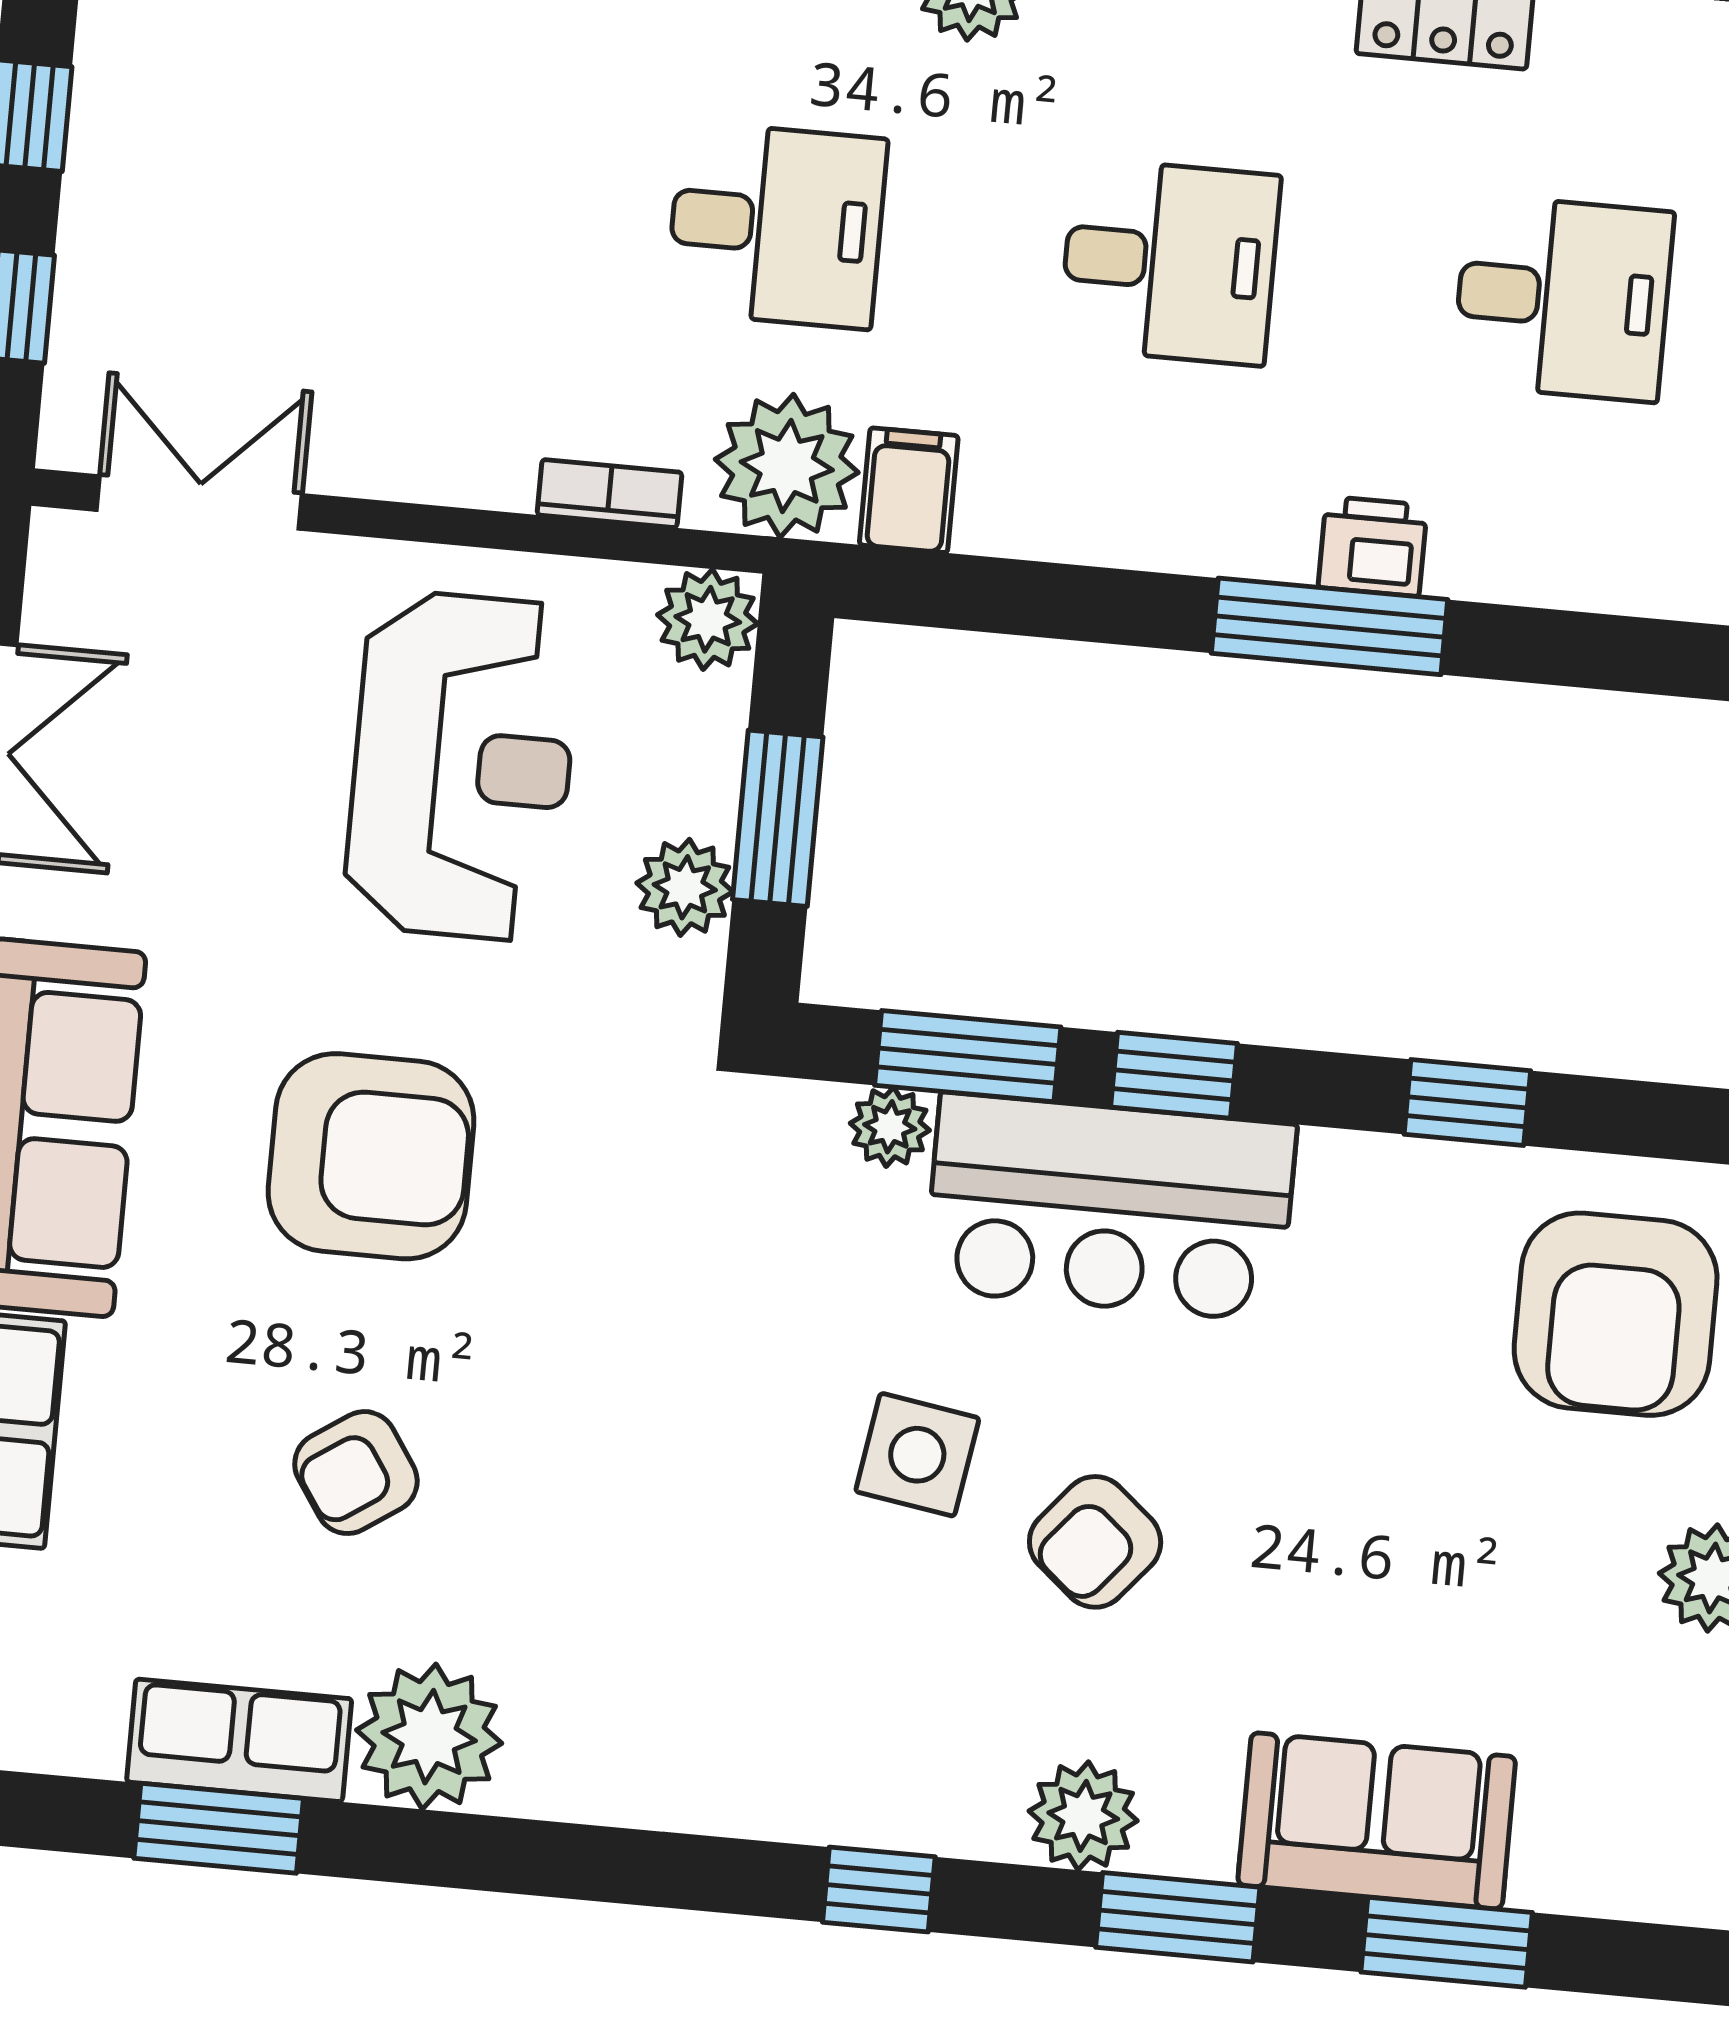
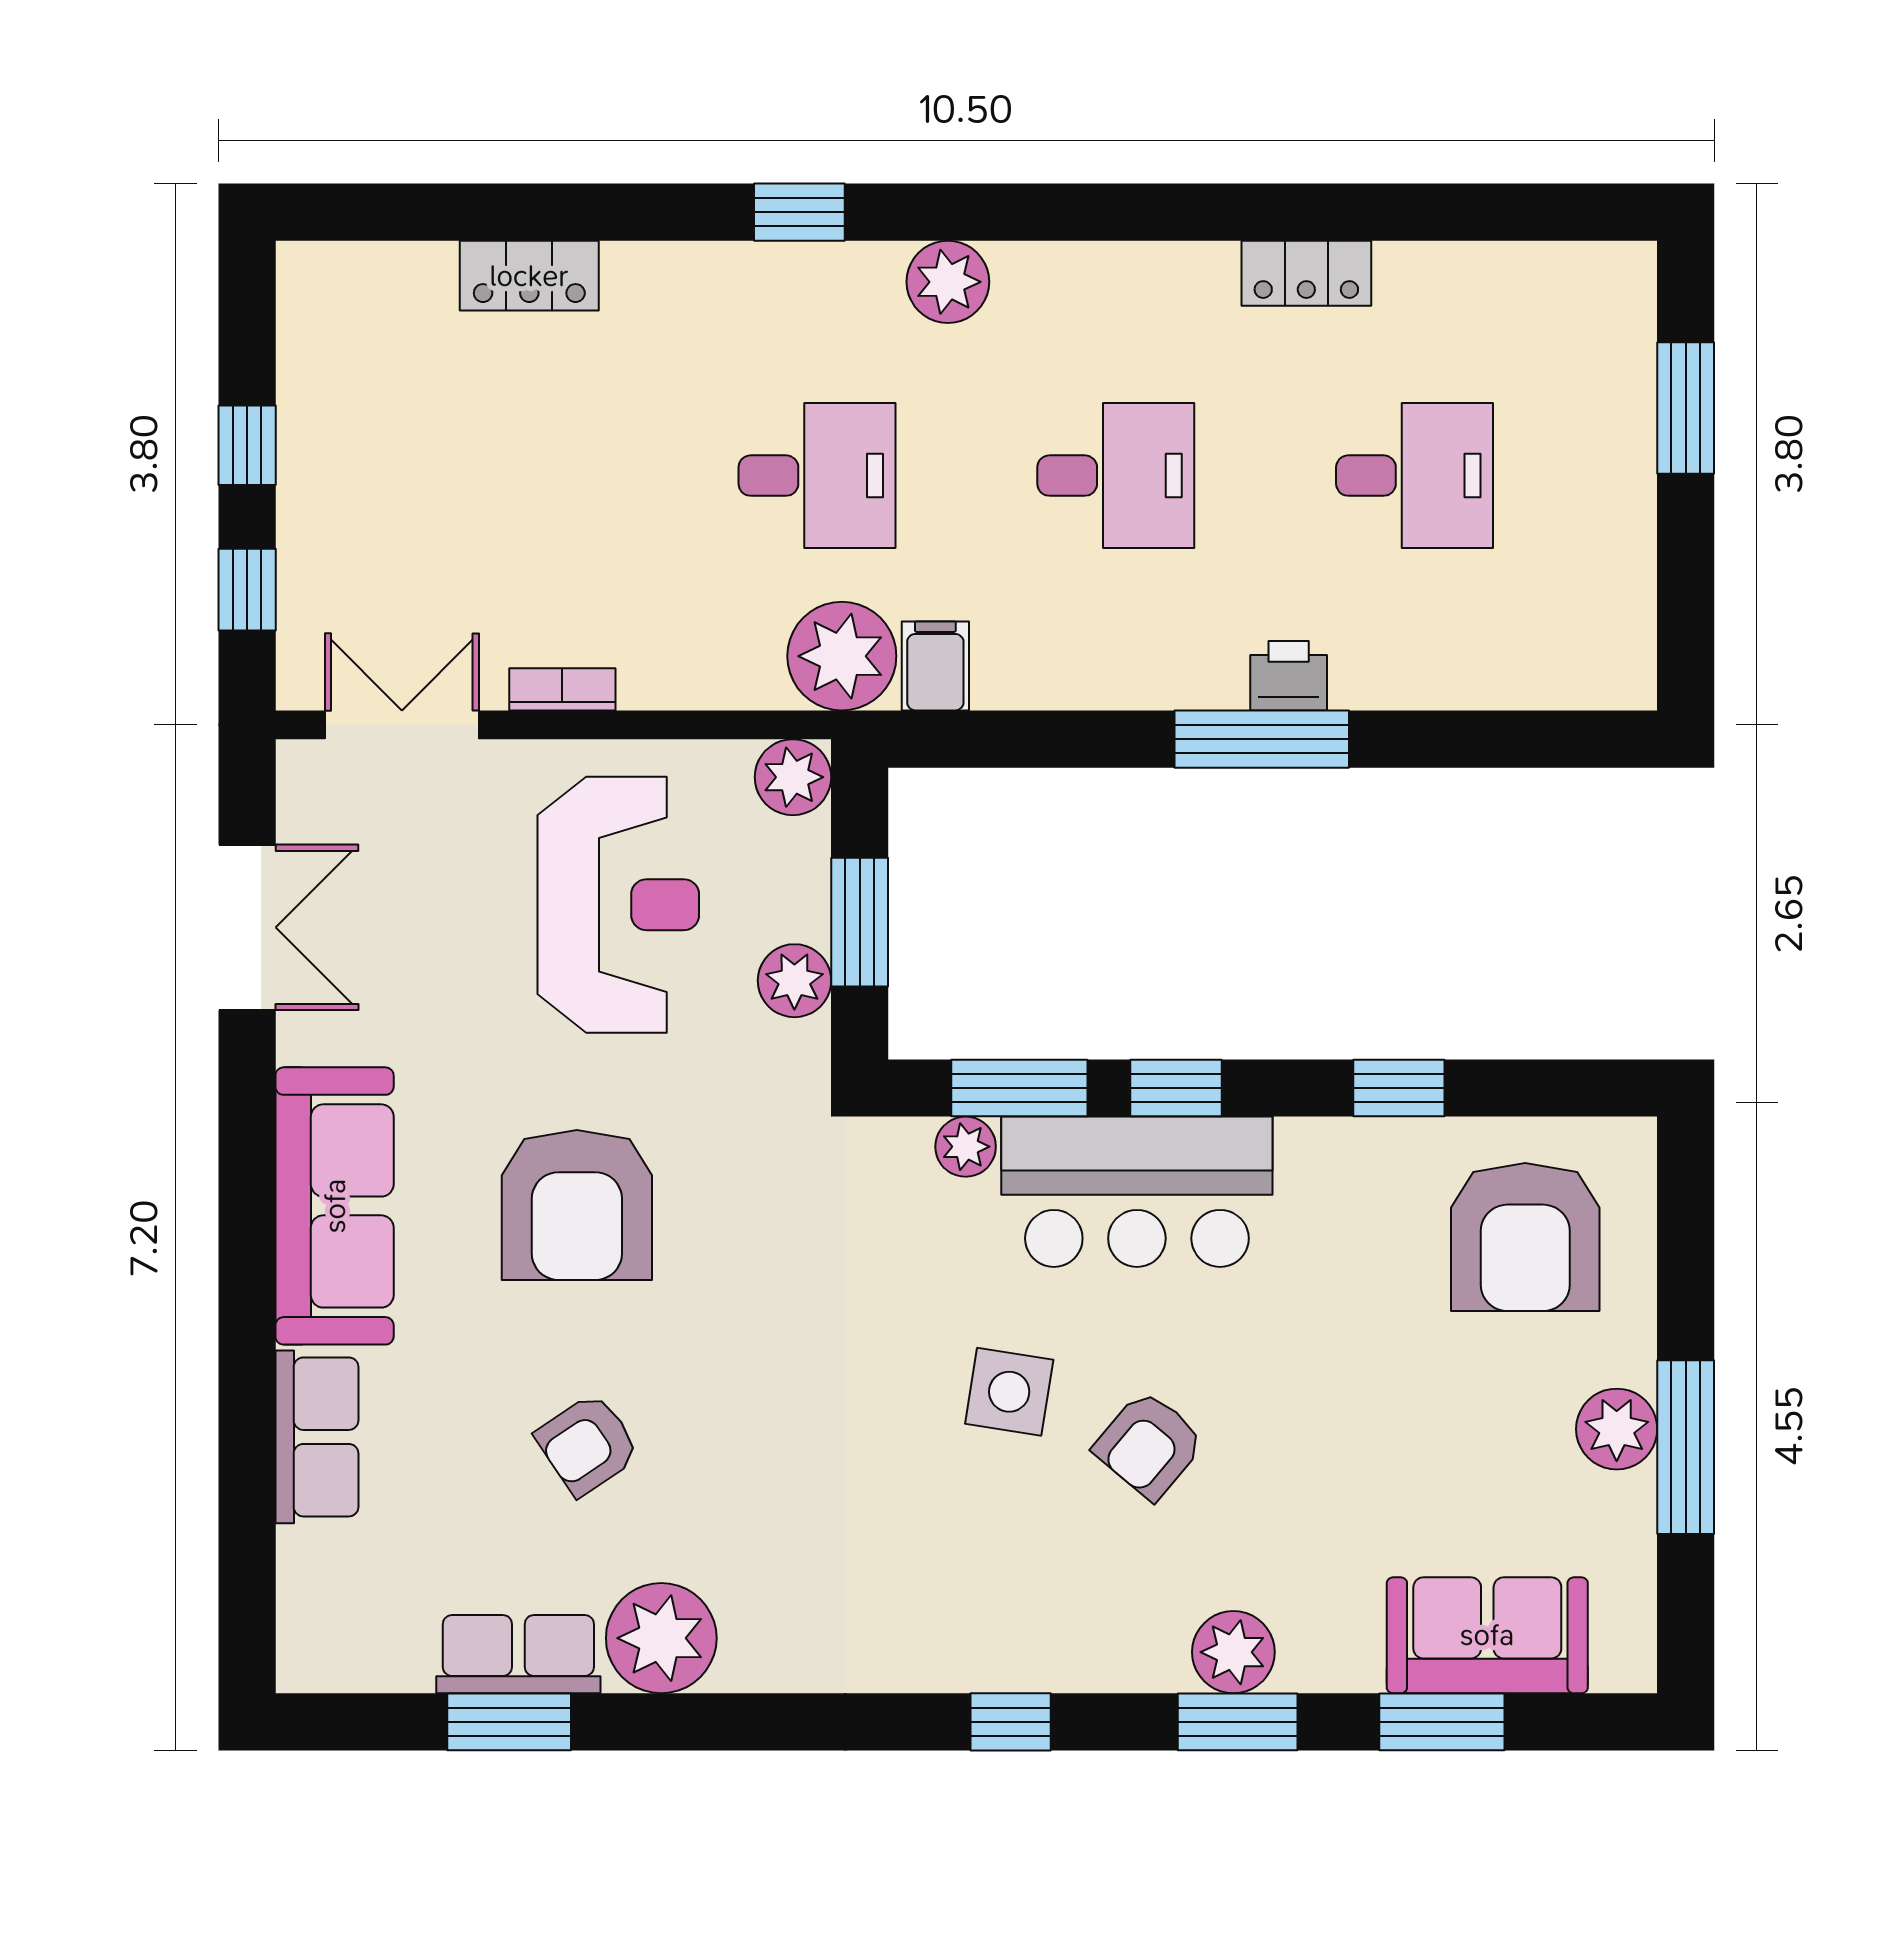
bookcase: (609, 494) -> (562, 689), moved
armchair: (371, 1156) -> (577, 1205), turned 90
plant: (1083, 1816) -> (1233, 1652), moved
sofa: (1377, 1821) -> (1487, 1635), moved

